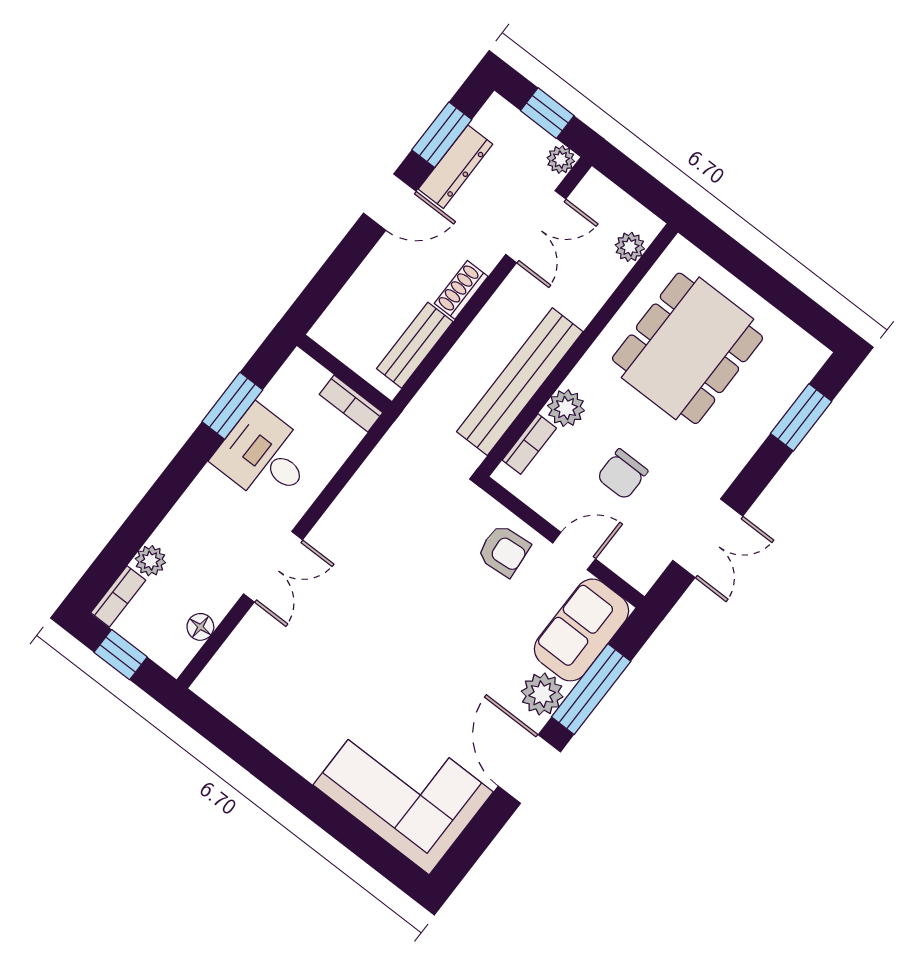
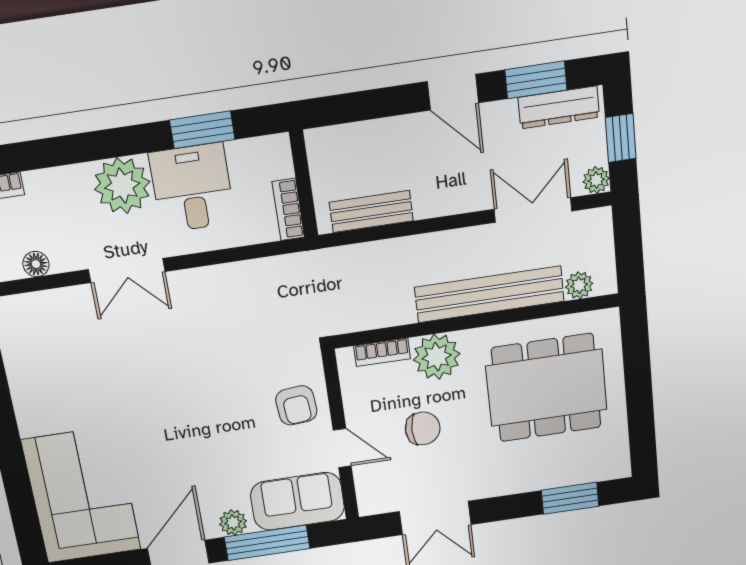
dresser: (456, 167) -> (559, 107), moved
double door: (536, 227) -> (533, 210), swing flipped
shoe rack: (461, 290) -> (440, 204), removed
bench: (520, 382) -> (489, 294), moved
plant: (566, 408) -> (437, 357), width x1.36, depth x1.36
chair: (622, 474) -> (423, 429), turned 180
plant: (150, 561) -> (122, 186), moved, width x1.87, depth x1.87
plant: (542, 694) -> (233, 523), width x0.73, depth x0.73

